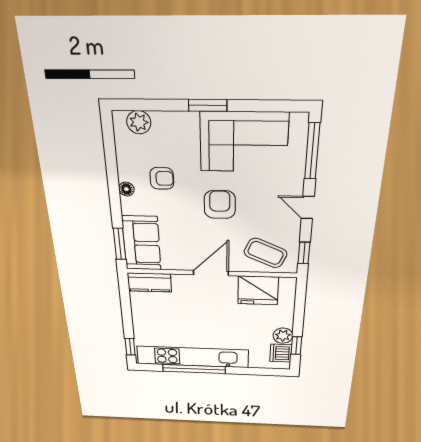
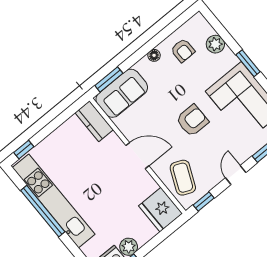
plant: (139, 122) -> (215, 44), moved
armchair: (162, 178) -> (183, 50), moved
fridge: (258, 290) -> (160, 210), moved

